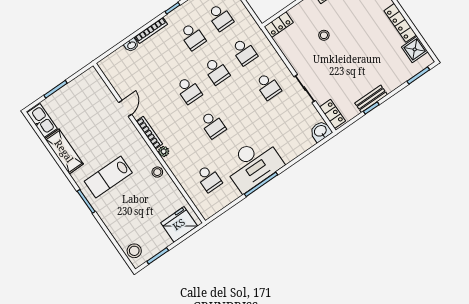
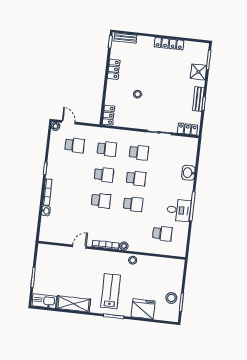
school desk: (193, 36) -> (136, 178), moved
shower: (415, 49) -> (198, 72), moved
door: (125, 108) -> (79, 247), hinge flipped
washbasin: (321, 131) -> (188, 173), moved
desk: (253, 164) -> (179, 210), width x0.53, depth x0.77
lab bench: (108, 177) -> (111, 291), turned 180
fridge: (179, 224) -> (143, 309), moved, turned 90
stool: (134, 251) -> (171, 298), moved

